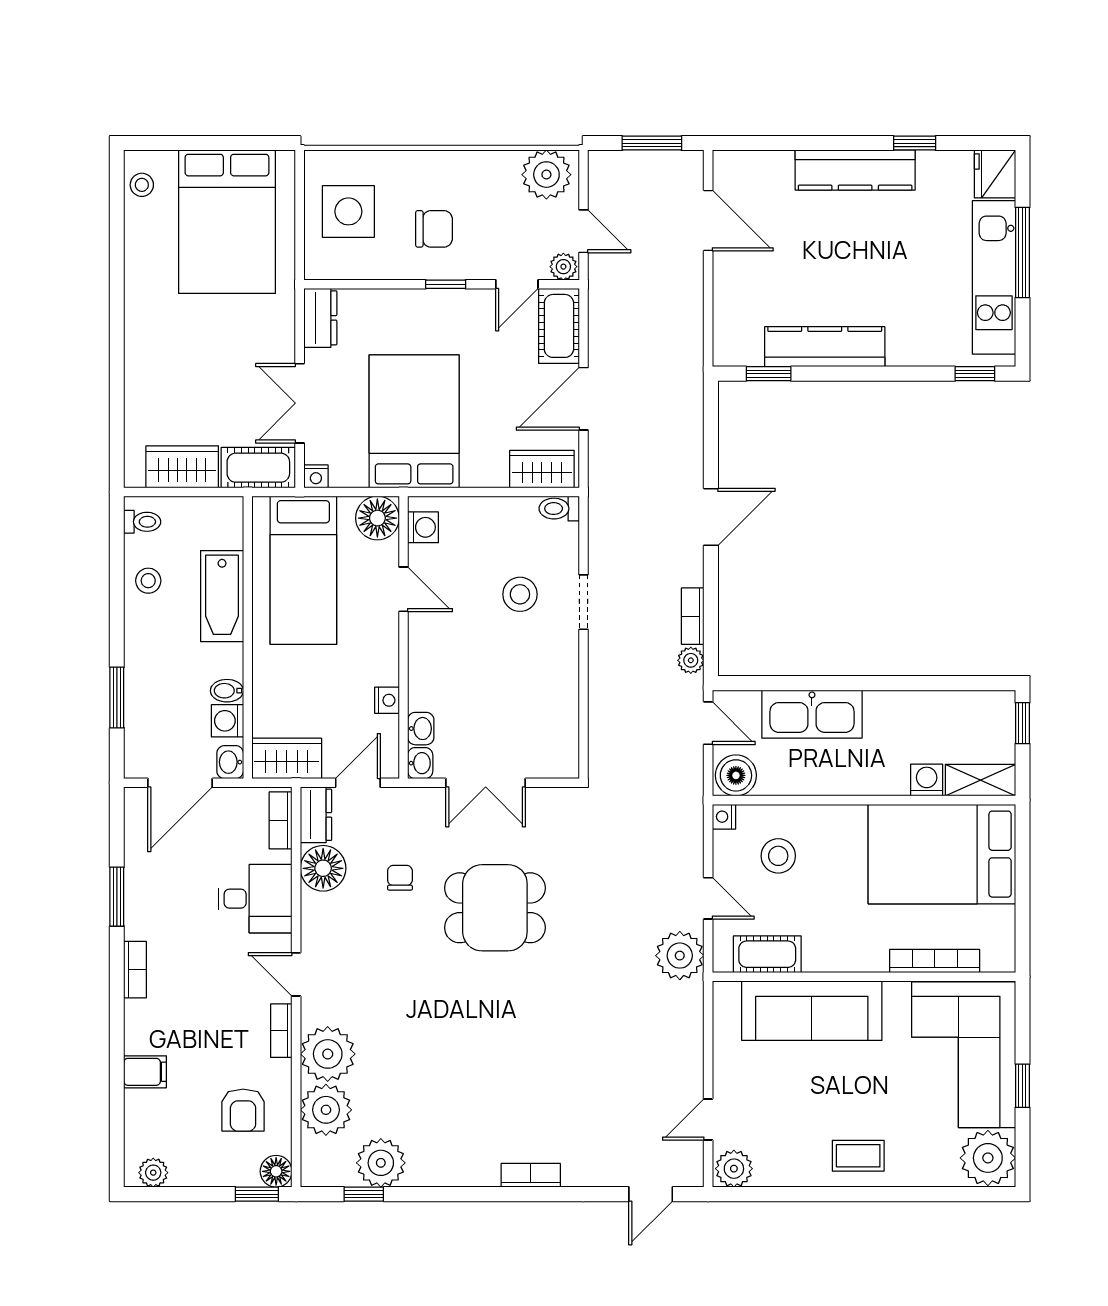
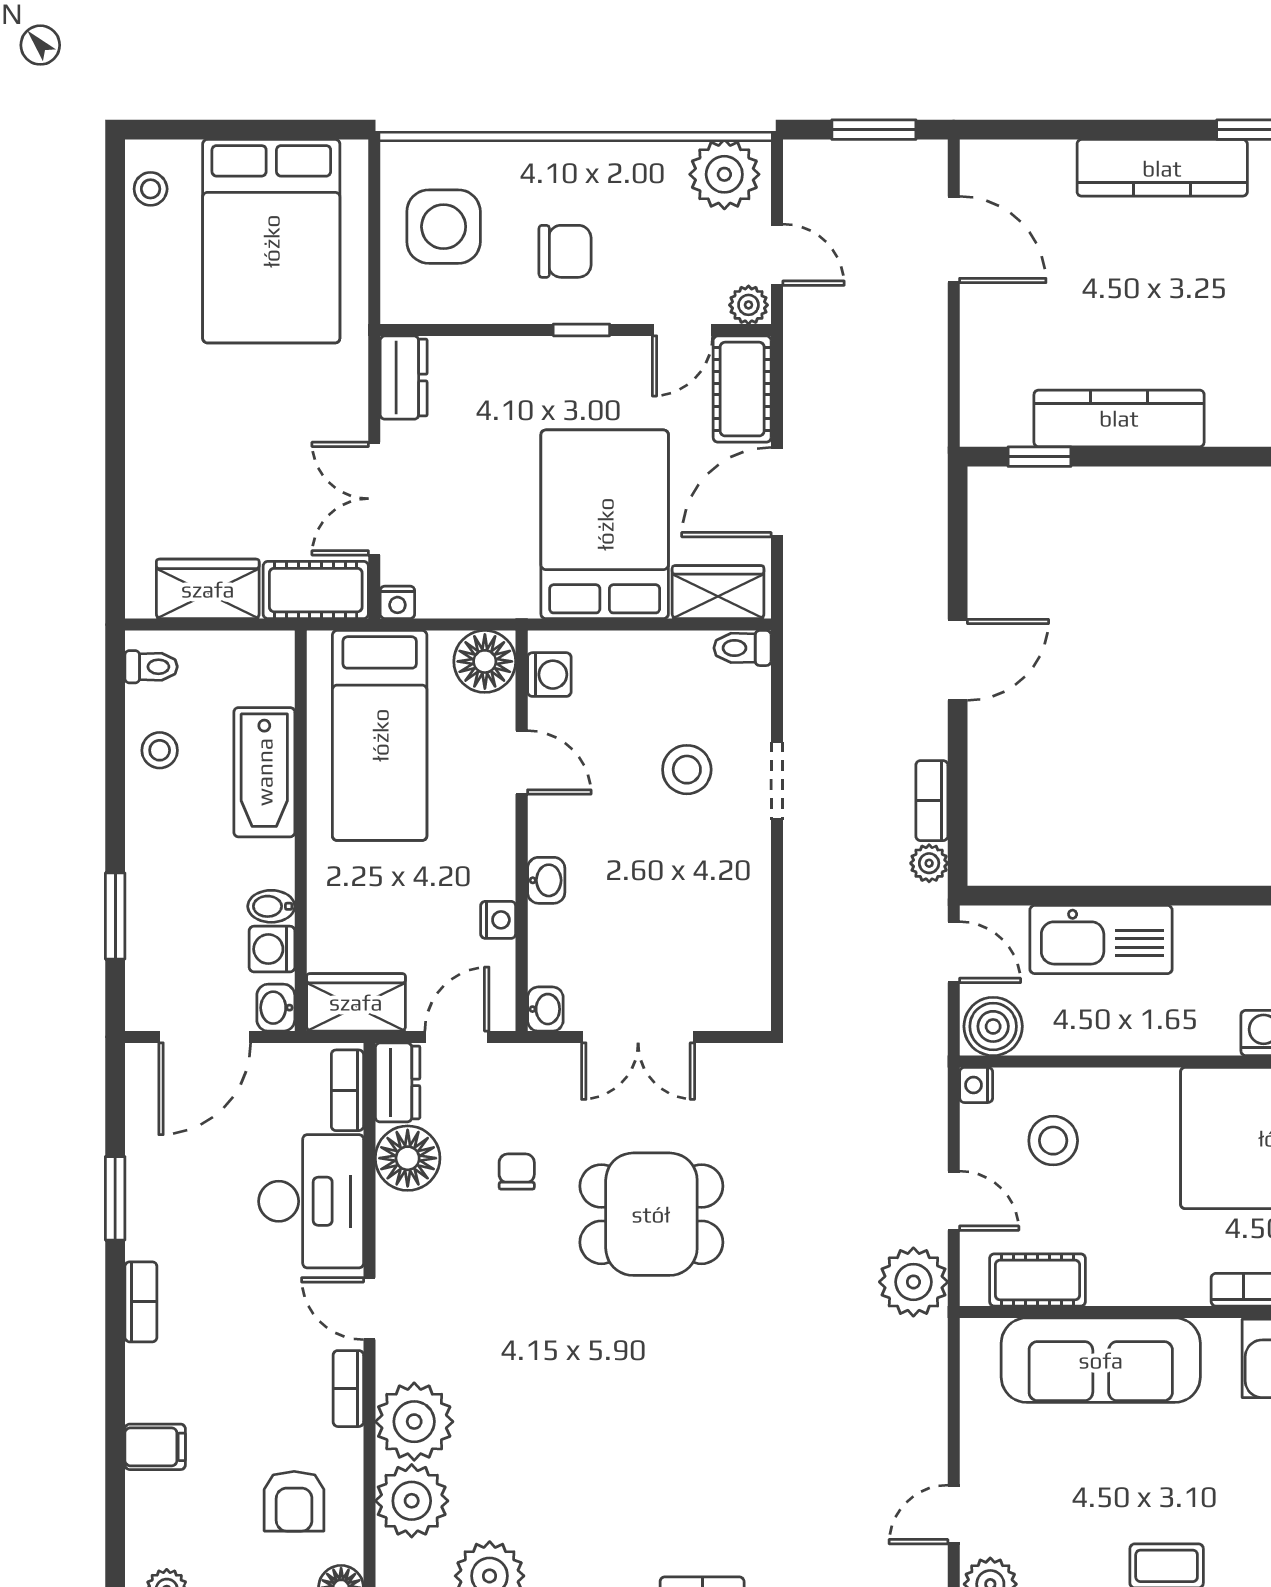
bed: (414, 421) -> (605, 524), moved
washbasin: (421, 729) -> (546, 880), moved
desk: (255, 899) -> (311, 1201), width x1.37

